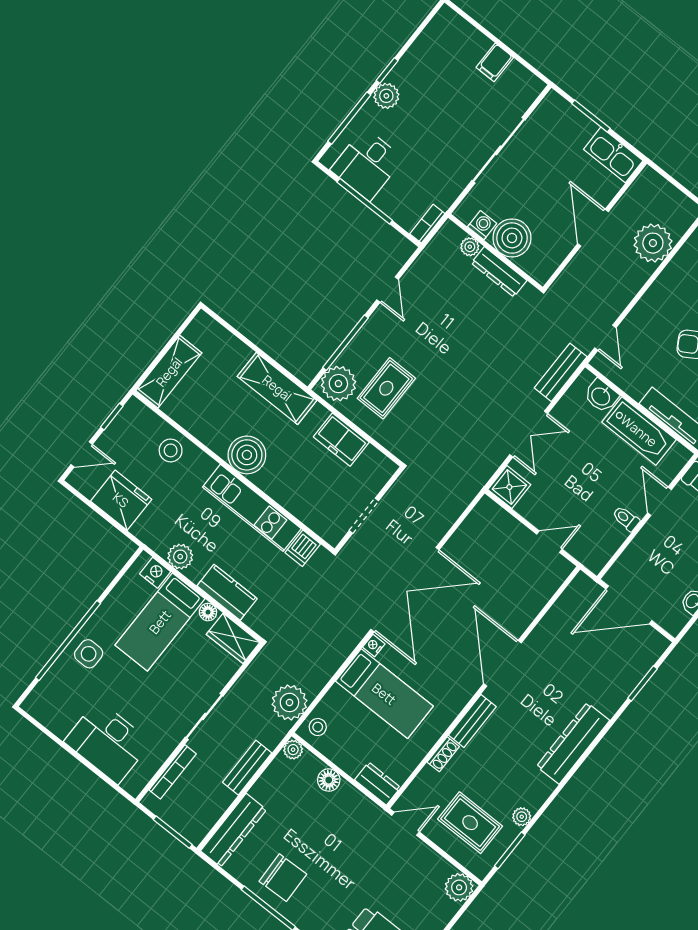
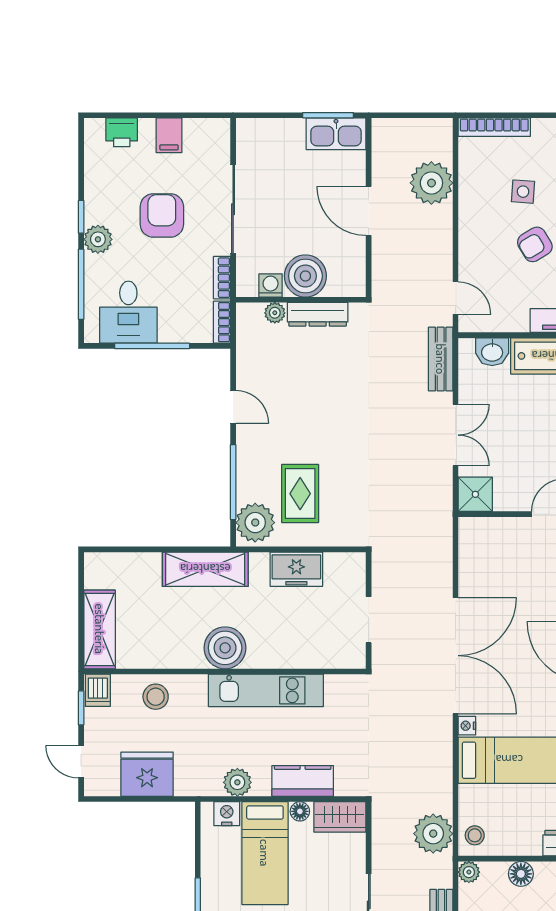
printer: (463, 34) -> (122, 132), added
armchair: (445, 115) -> (162, 215), added
window: (591, 116) -> (328, 115), moved
bookcase: (452, 192) -> (222, 278), added
door: (82, 454) -> (81, 762), swing flipped
dishwasher: (303, 548) -> (98, 690), moved

